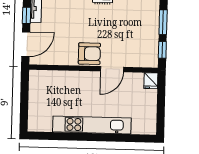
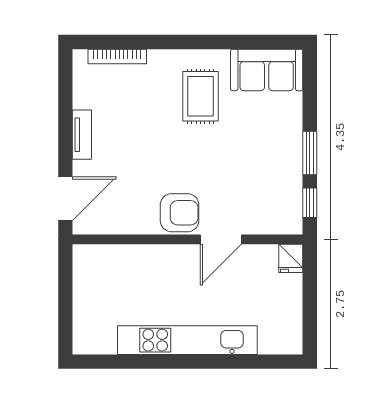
window: (27, 15) -> (65, 147), removed

